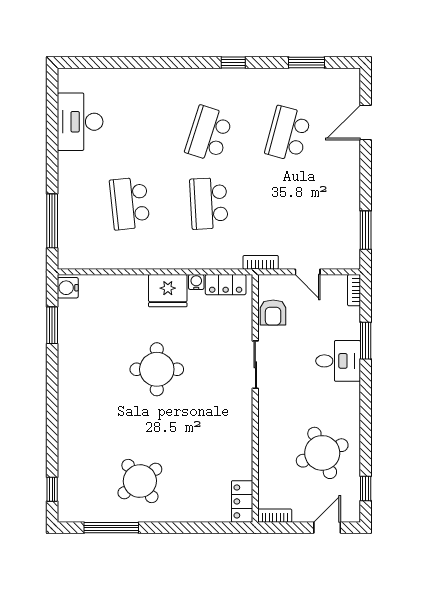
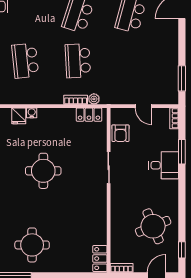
plant: (233, 261) -> (94, 99), added
bookcase: (261, 262) -> (76, 100), moved
water cooler: (196, 282) -> (32, 113), moved
fridge: (168, 291) -> (19, 116), moved, width x0.53, depth x0.75
round table: (140, 481) -> (32, 245), turned 37

